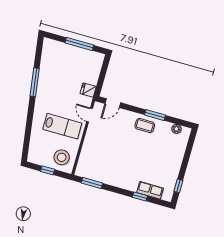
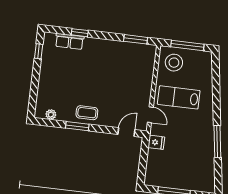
window: (48, 170) -> (187, 46), width x2.17

